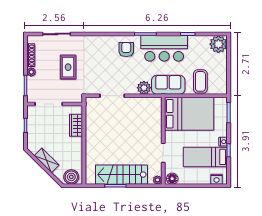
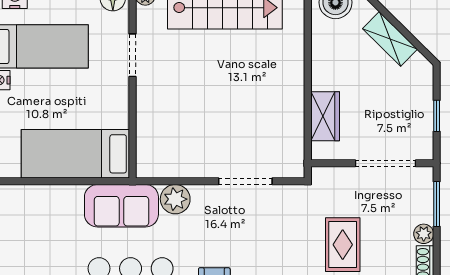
coffee table: (200, 81) -> (51, 213), removed
bed: (189, 114) -> (75, 154), width x0.67

